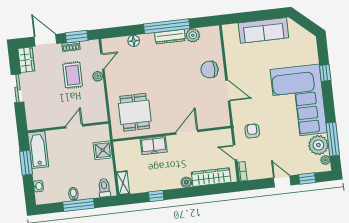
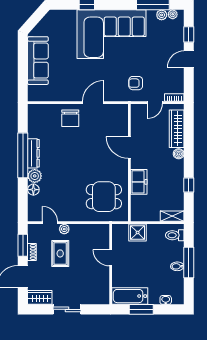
plant: (193, 35) -> (35, 176), moved
rug: (73, 75) -> (60, 253), turned 90
plant: (318, 145) -> (162, 15), width x0.53, depth x0.53

